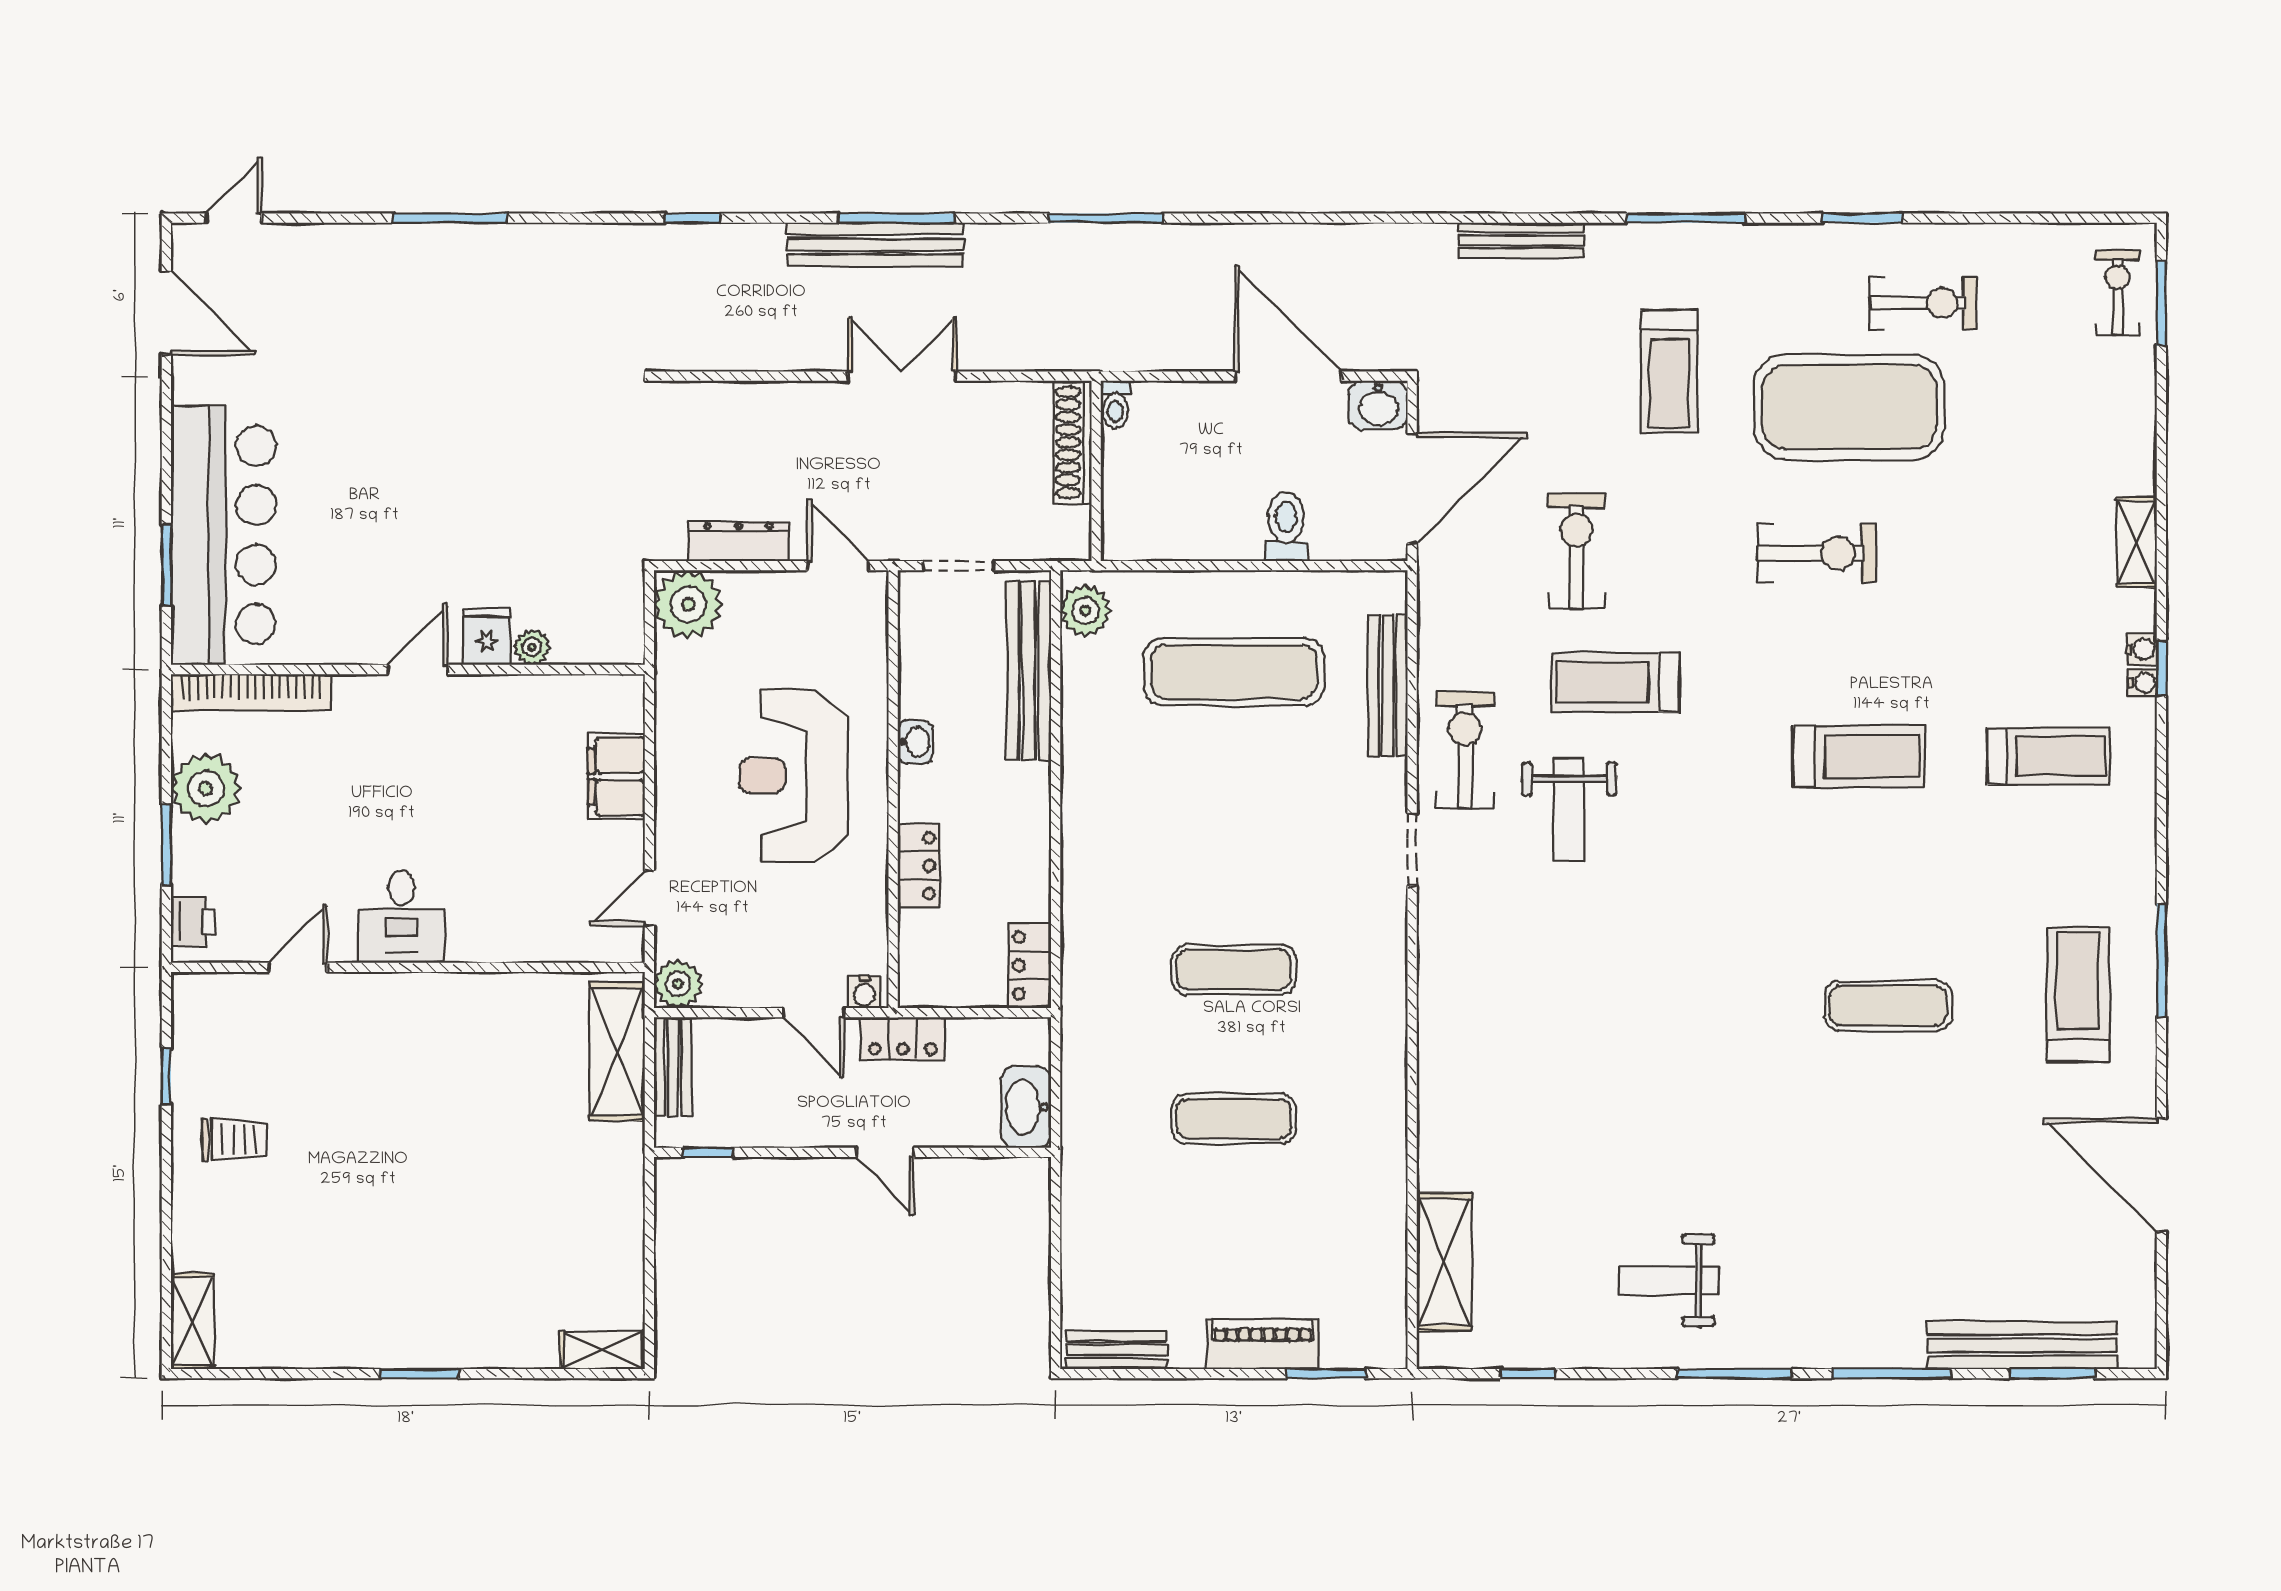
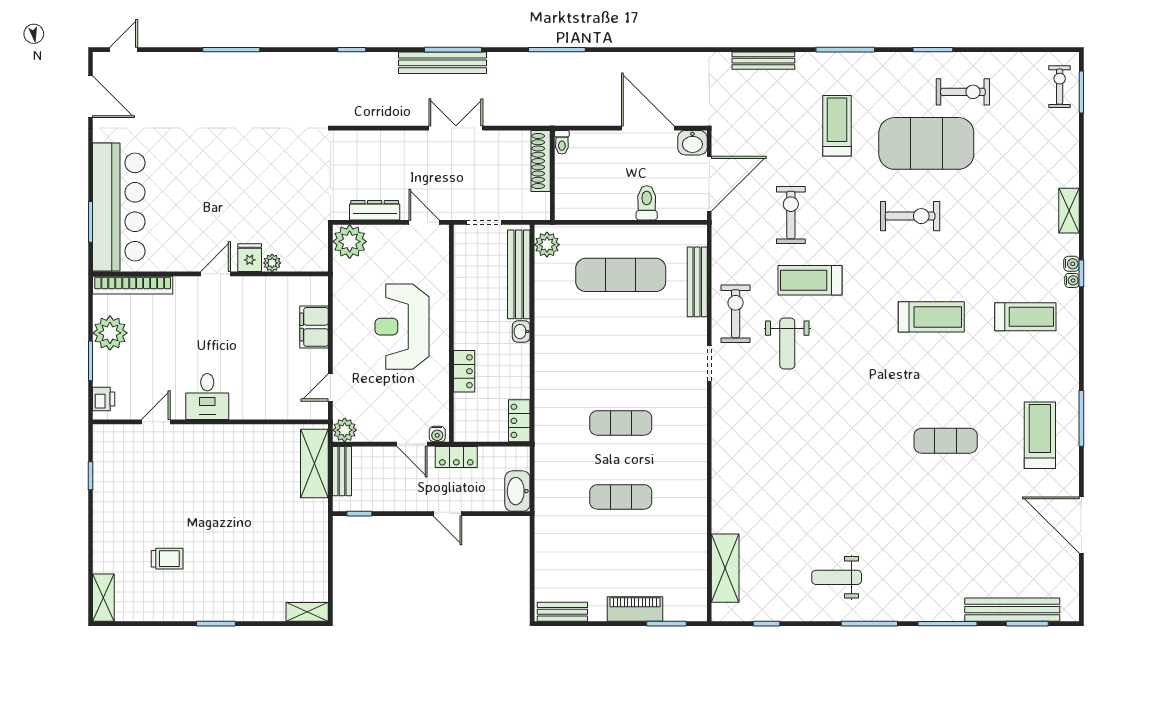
treadmill: (1669, 371) -> (837, 126), turned 180
washbasin: (915, 742) -> (521, 332), moved, turned 180
trolley: (234, 1139) -> (167, 559), moved

